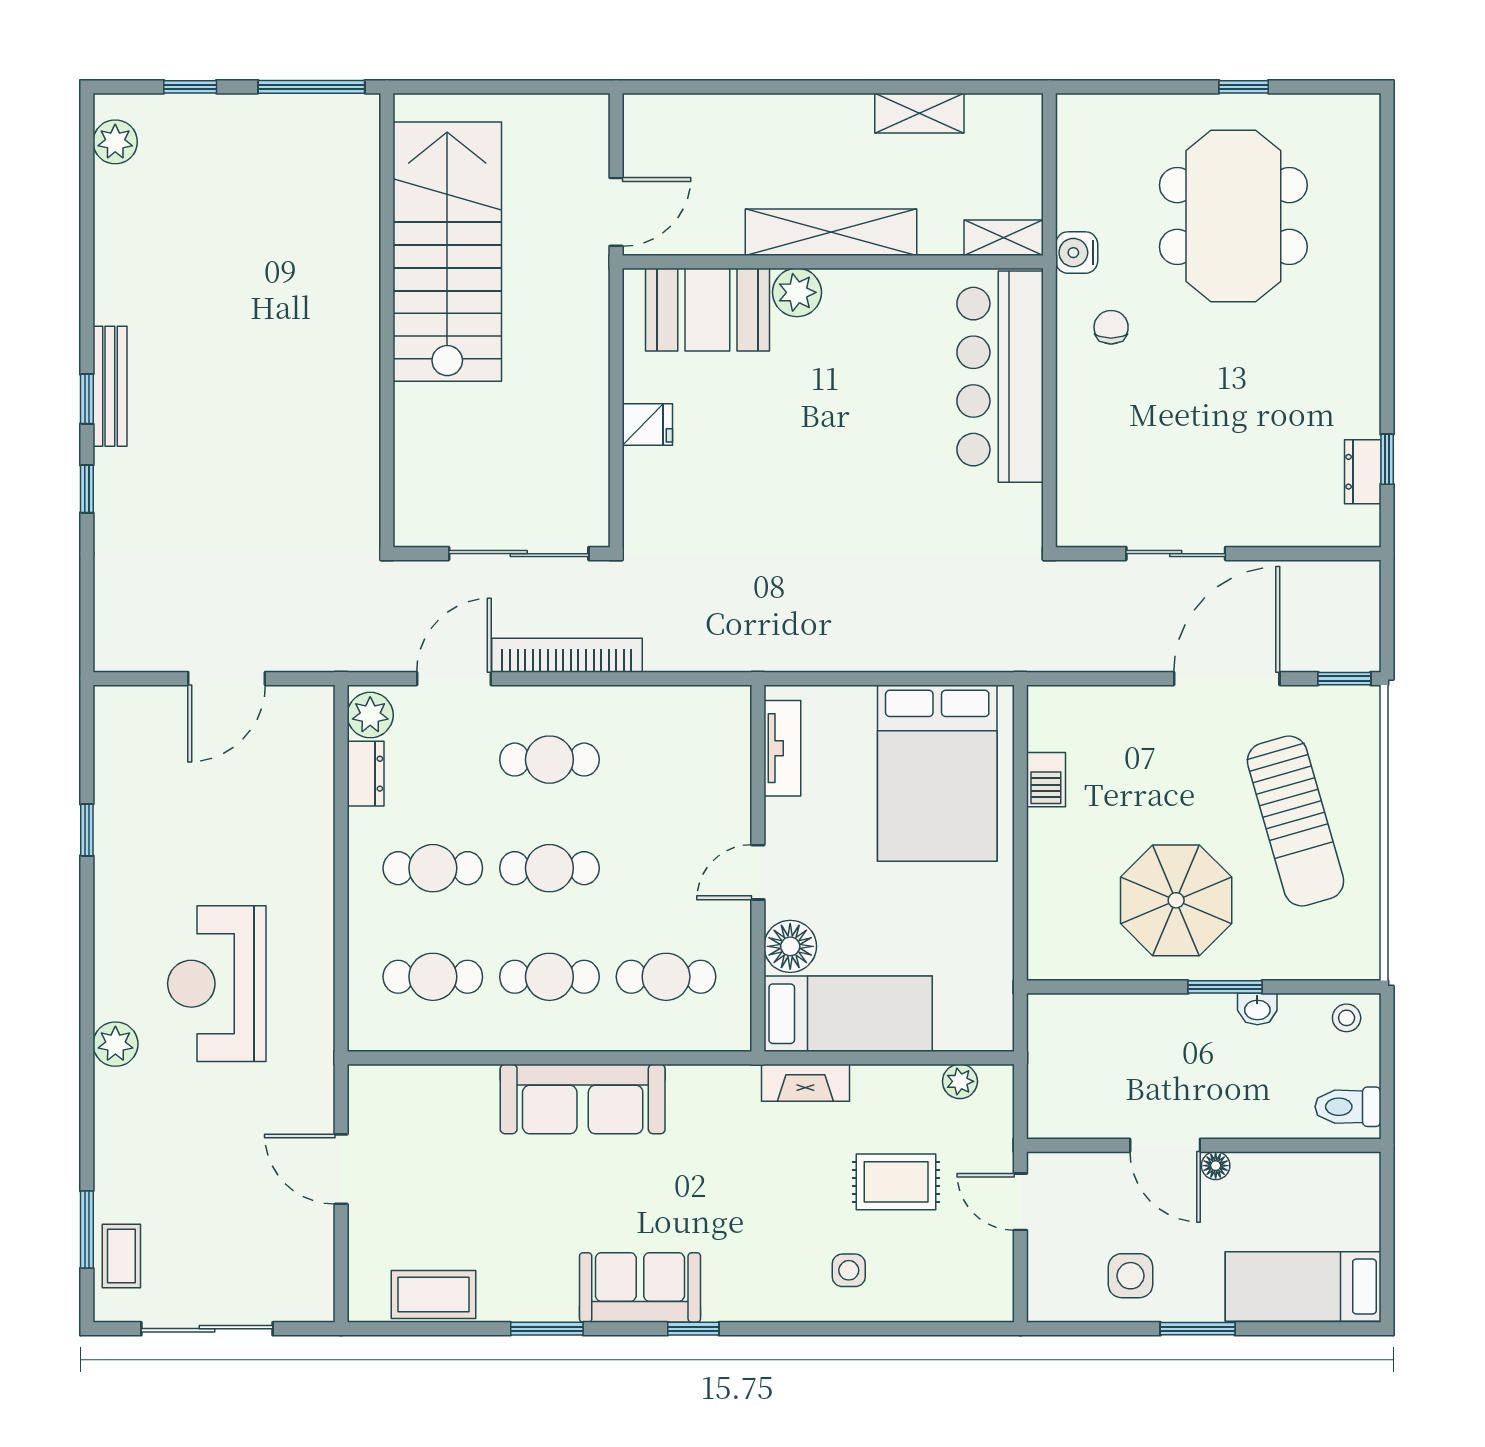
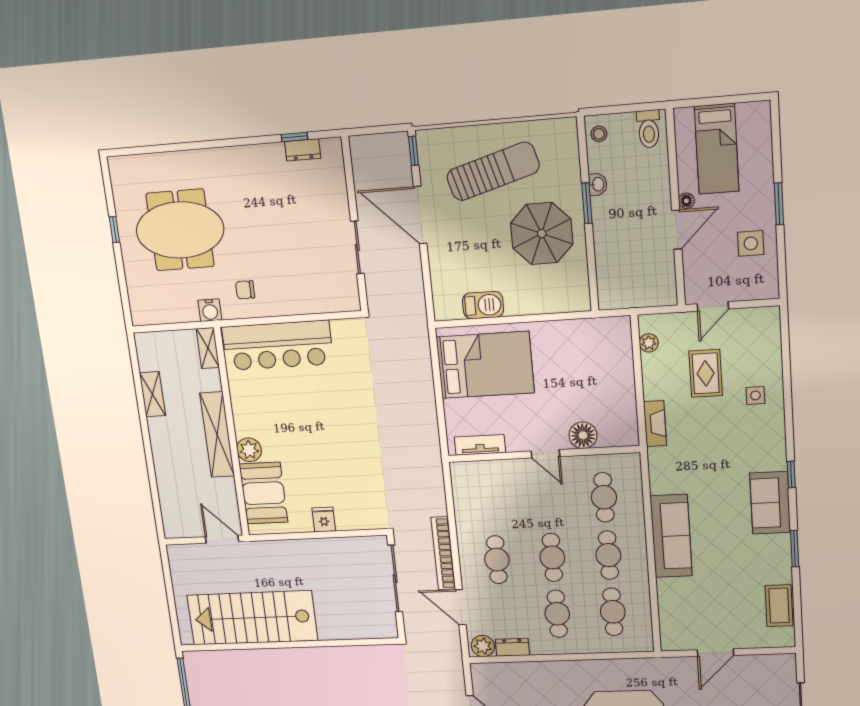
barbecue: (1046, 780) -> (483, 305), width x1.38, depth x1.27
bed: (848, 1014) -> (616, 404), removed
bed: (1303, 1287) -> (717, 149), moved

